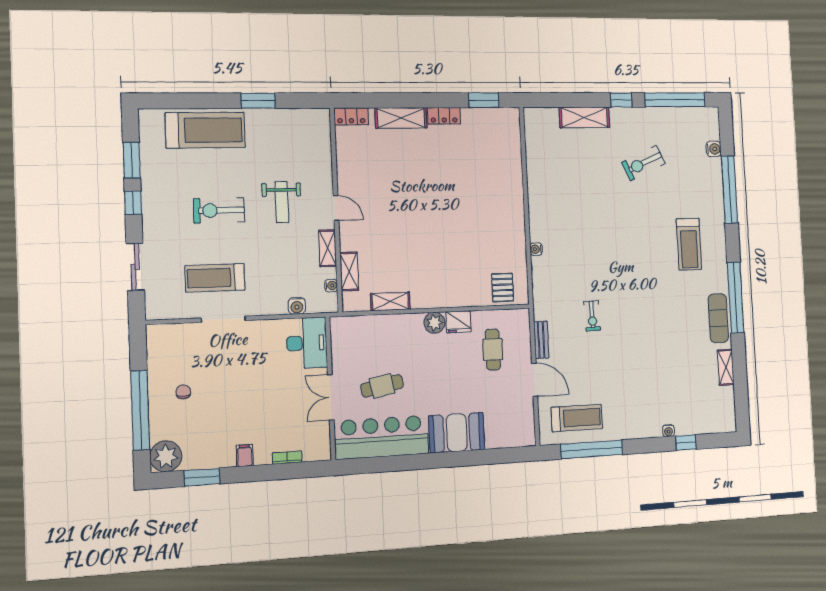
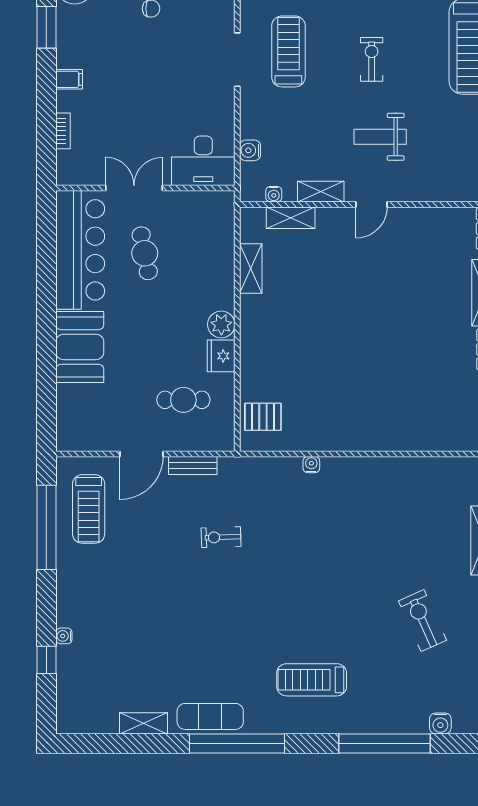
exercise bike: (219, 210) -> (372, 59), width x0.73, depth x0.72

